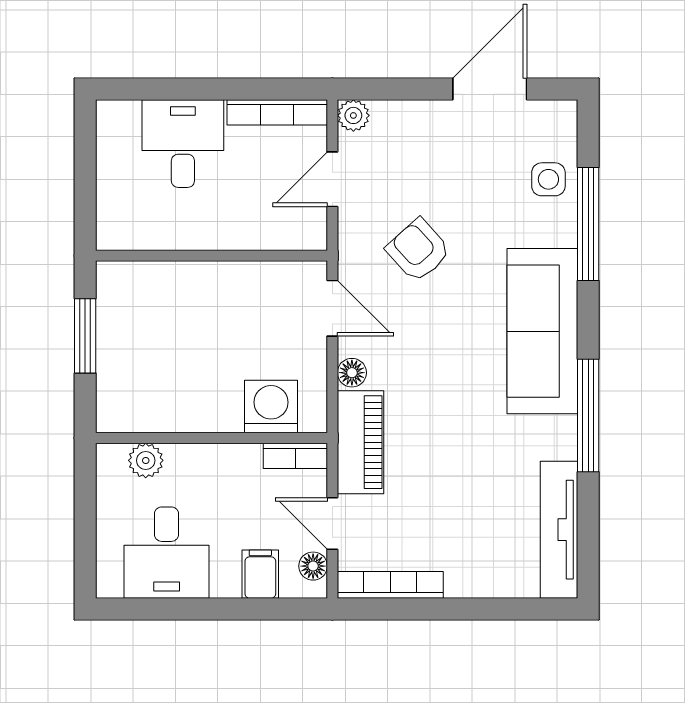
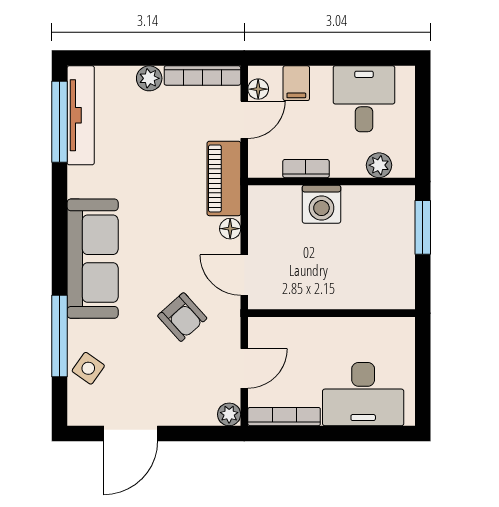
desk: (183, 144) -> (363, 394), width x1.37
side table: (548, 179) -> (88, 368), turned 35
window: (85, 336) -> (423, 227), moved
washing machine: (271, 407) -> (321, 204), moved
window: (588, 415) -> (60, 122), moved
bookcase: (295, 456) -> (306, 169), moved
door: (332, 524) -> (244, 120), hinge flipped
plant: (464, 581) -> (149, 78), added

